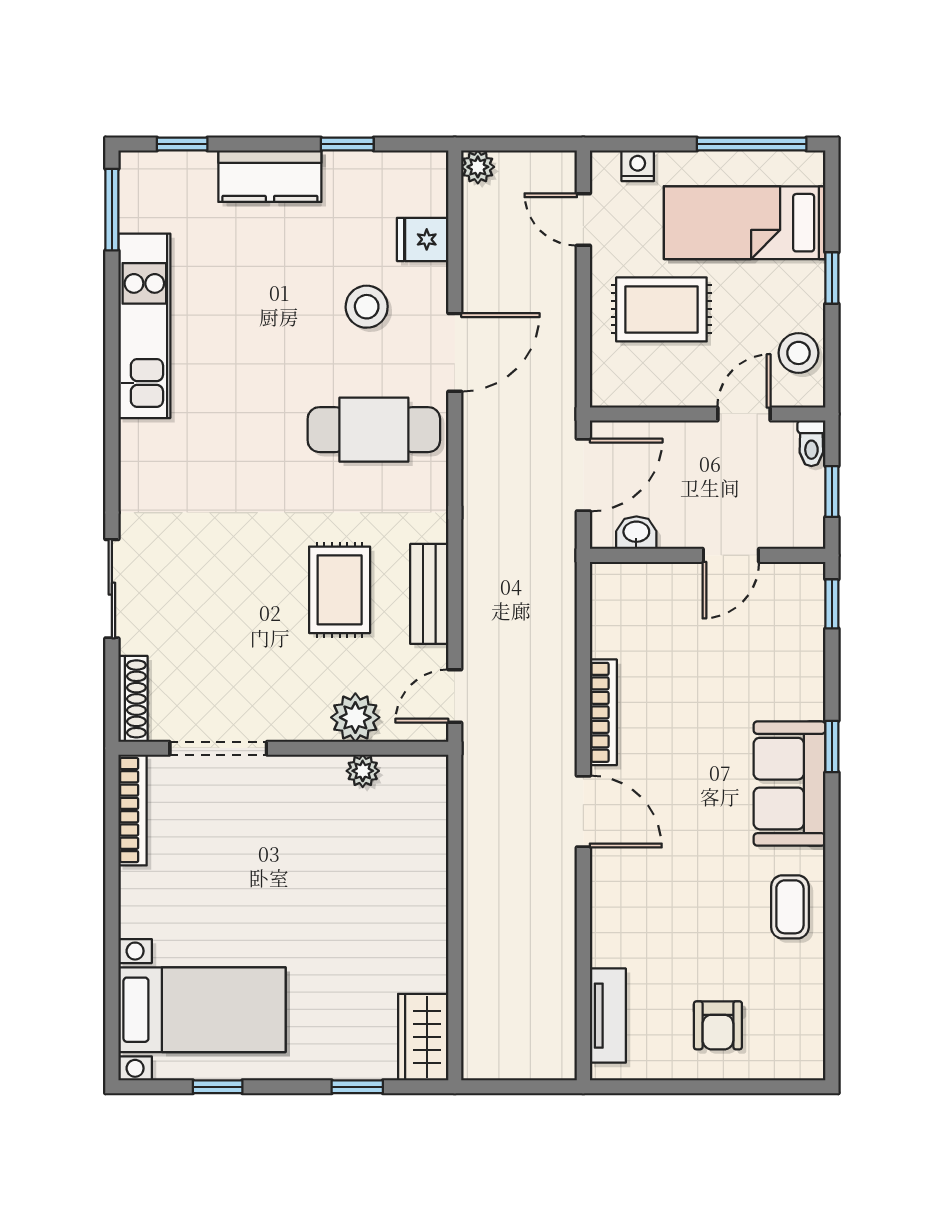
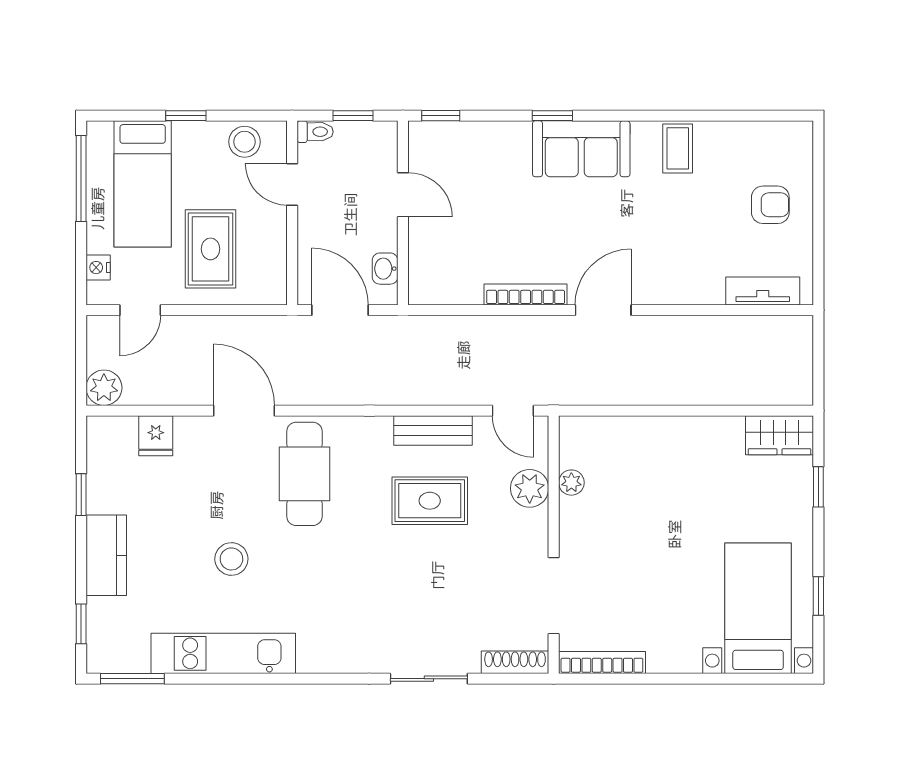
plant: (478, 167) -> (104, 388), width x1.38, depth x1.38
stool: (367, 307) -> (231, 559), moved
coffee table: (790, 907) -> (678, 148), turned 90

